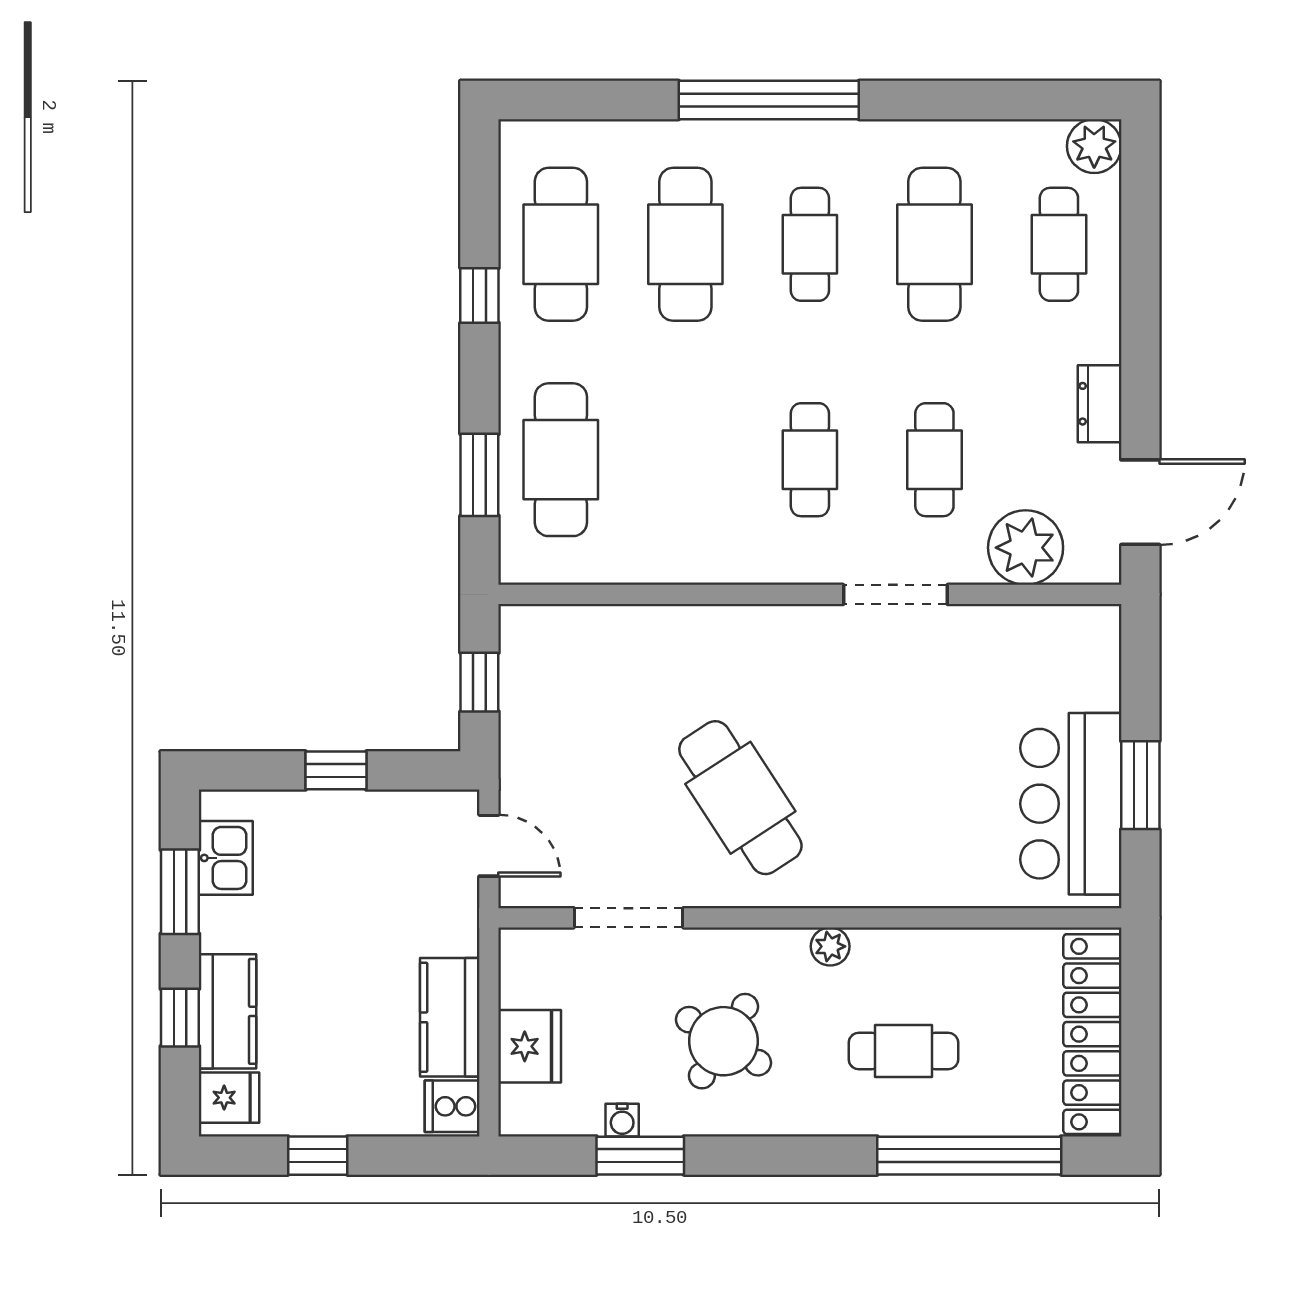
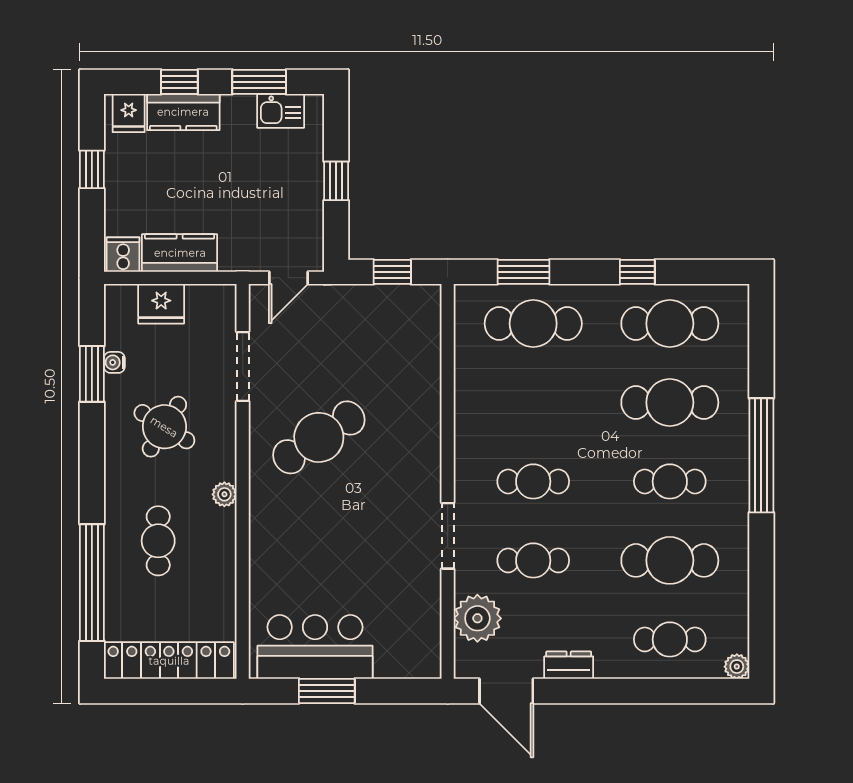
plant: (1094, 146) -> (737, 667), width x0.73, depth x0.73

